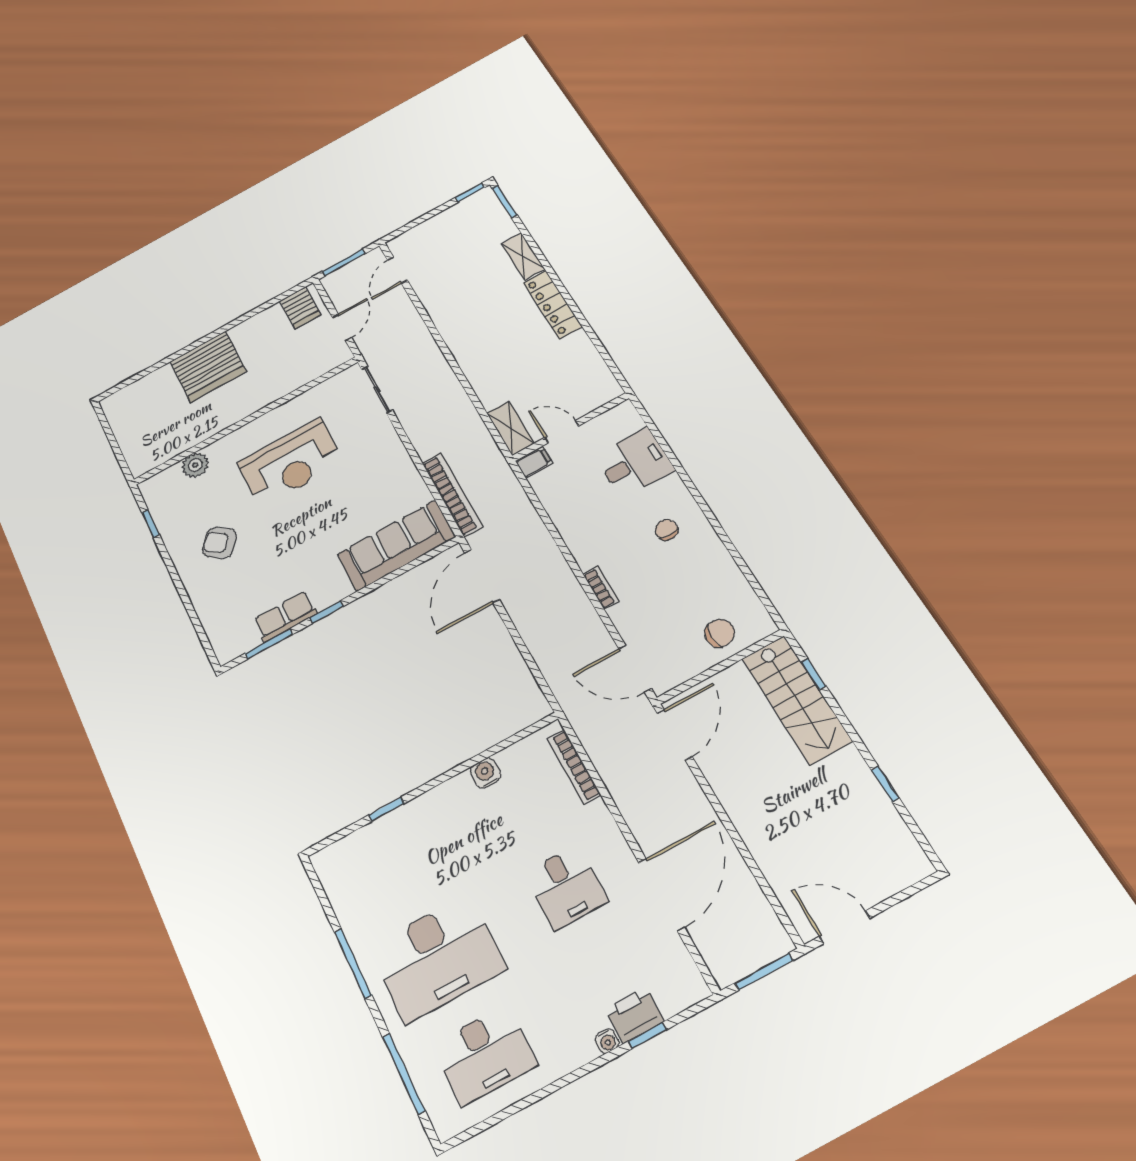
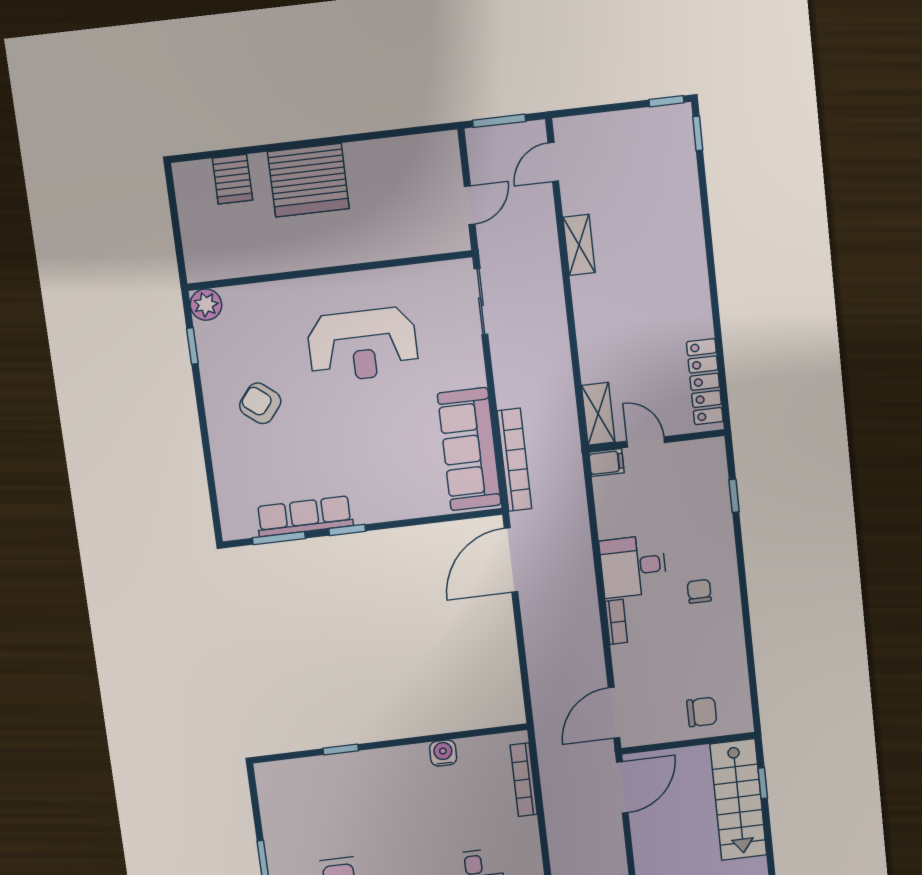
window: (505, 201) -> (698, 133), width x0.67
shelving: (523, 256) -> (579, 245), moved
locker: (553, 304) -> (705, 382), moved
server rack: (300, 308) -> (232, 179), moved
window: (660, 440) -> (734, 496), added
desk: (635, 463) -> (633, 566), moved, turned 180
plant: (195, 465) -> (206, 305), moved
sofa: (396, 546) -> (469, 449), moved, turned -90
row of seats: (285, 616) -> (305, 516), width x1.48
door: (635, 669) -> (614, 713), hinge flipped

